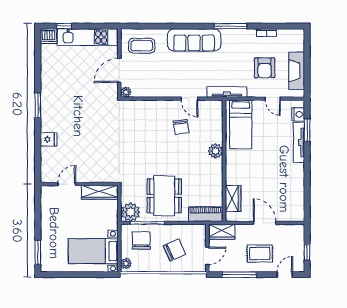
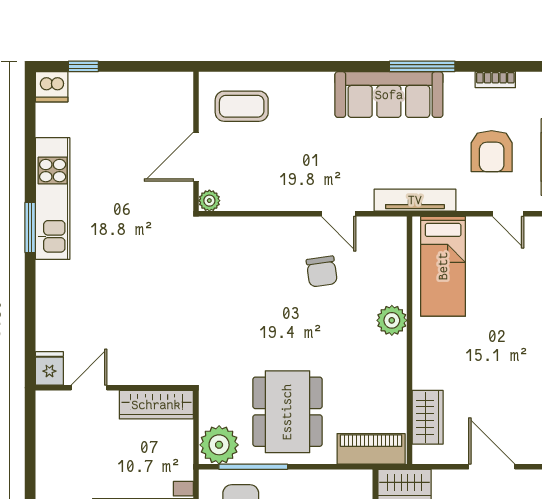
kitchen unit: (87, 37) -> (53, 199), moved, turned -90
sofa: (194, 40) -> (389, 95), moved
fridge: (49, 139) -> (49, 368), moved, turned -90

